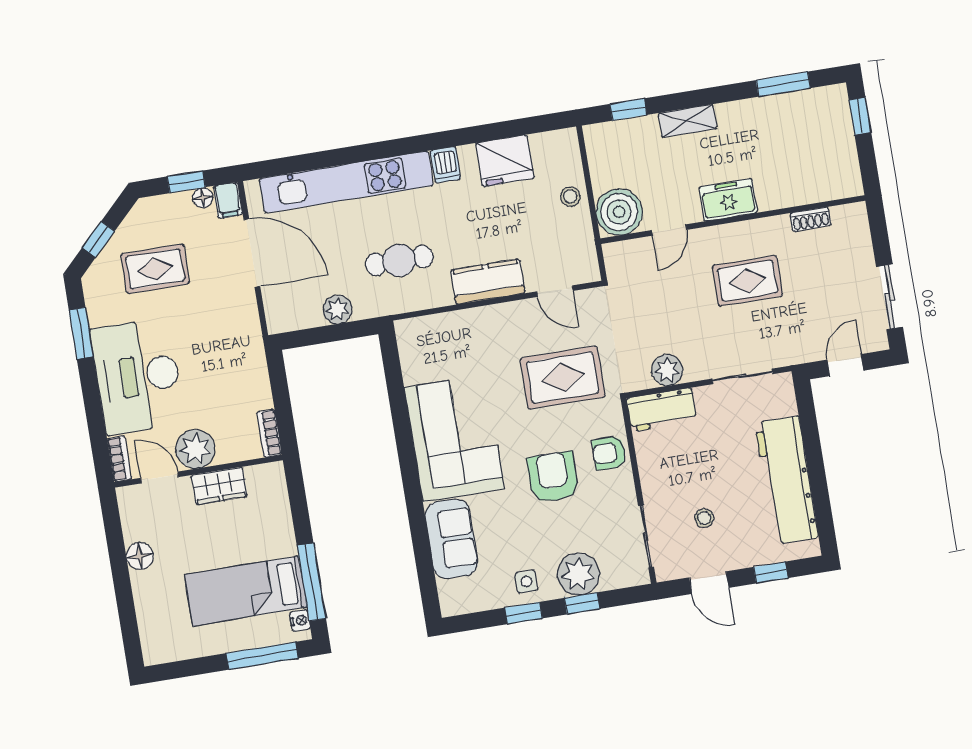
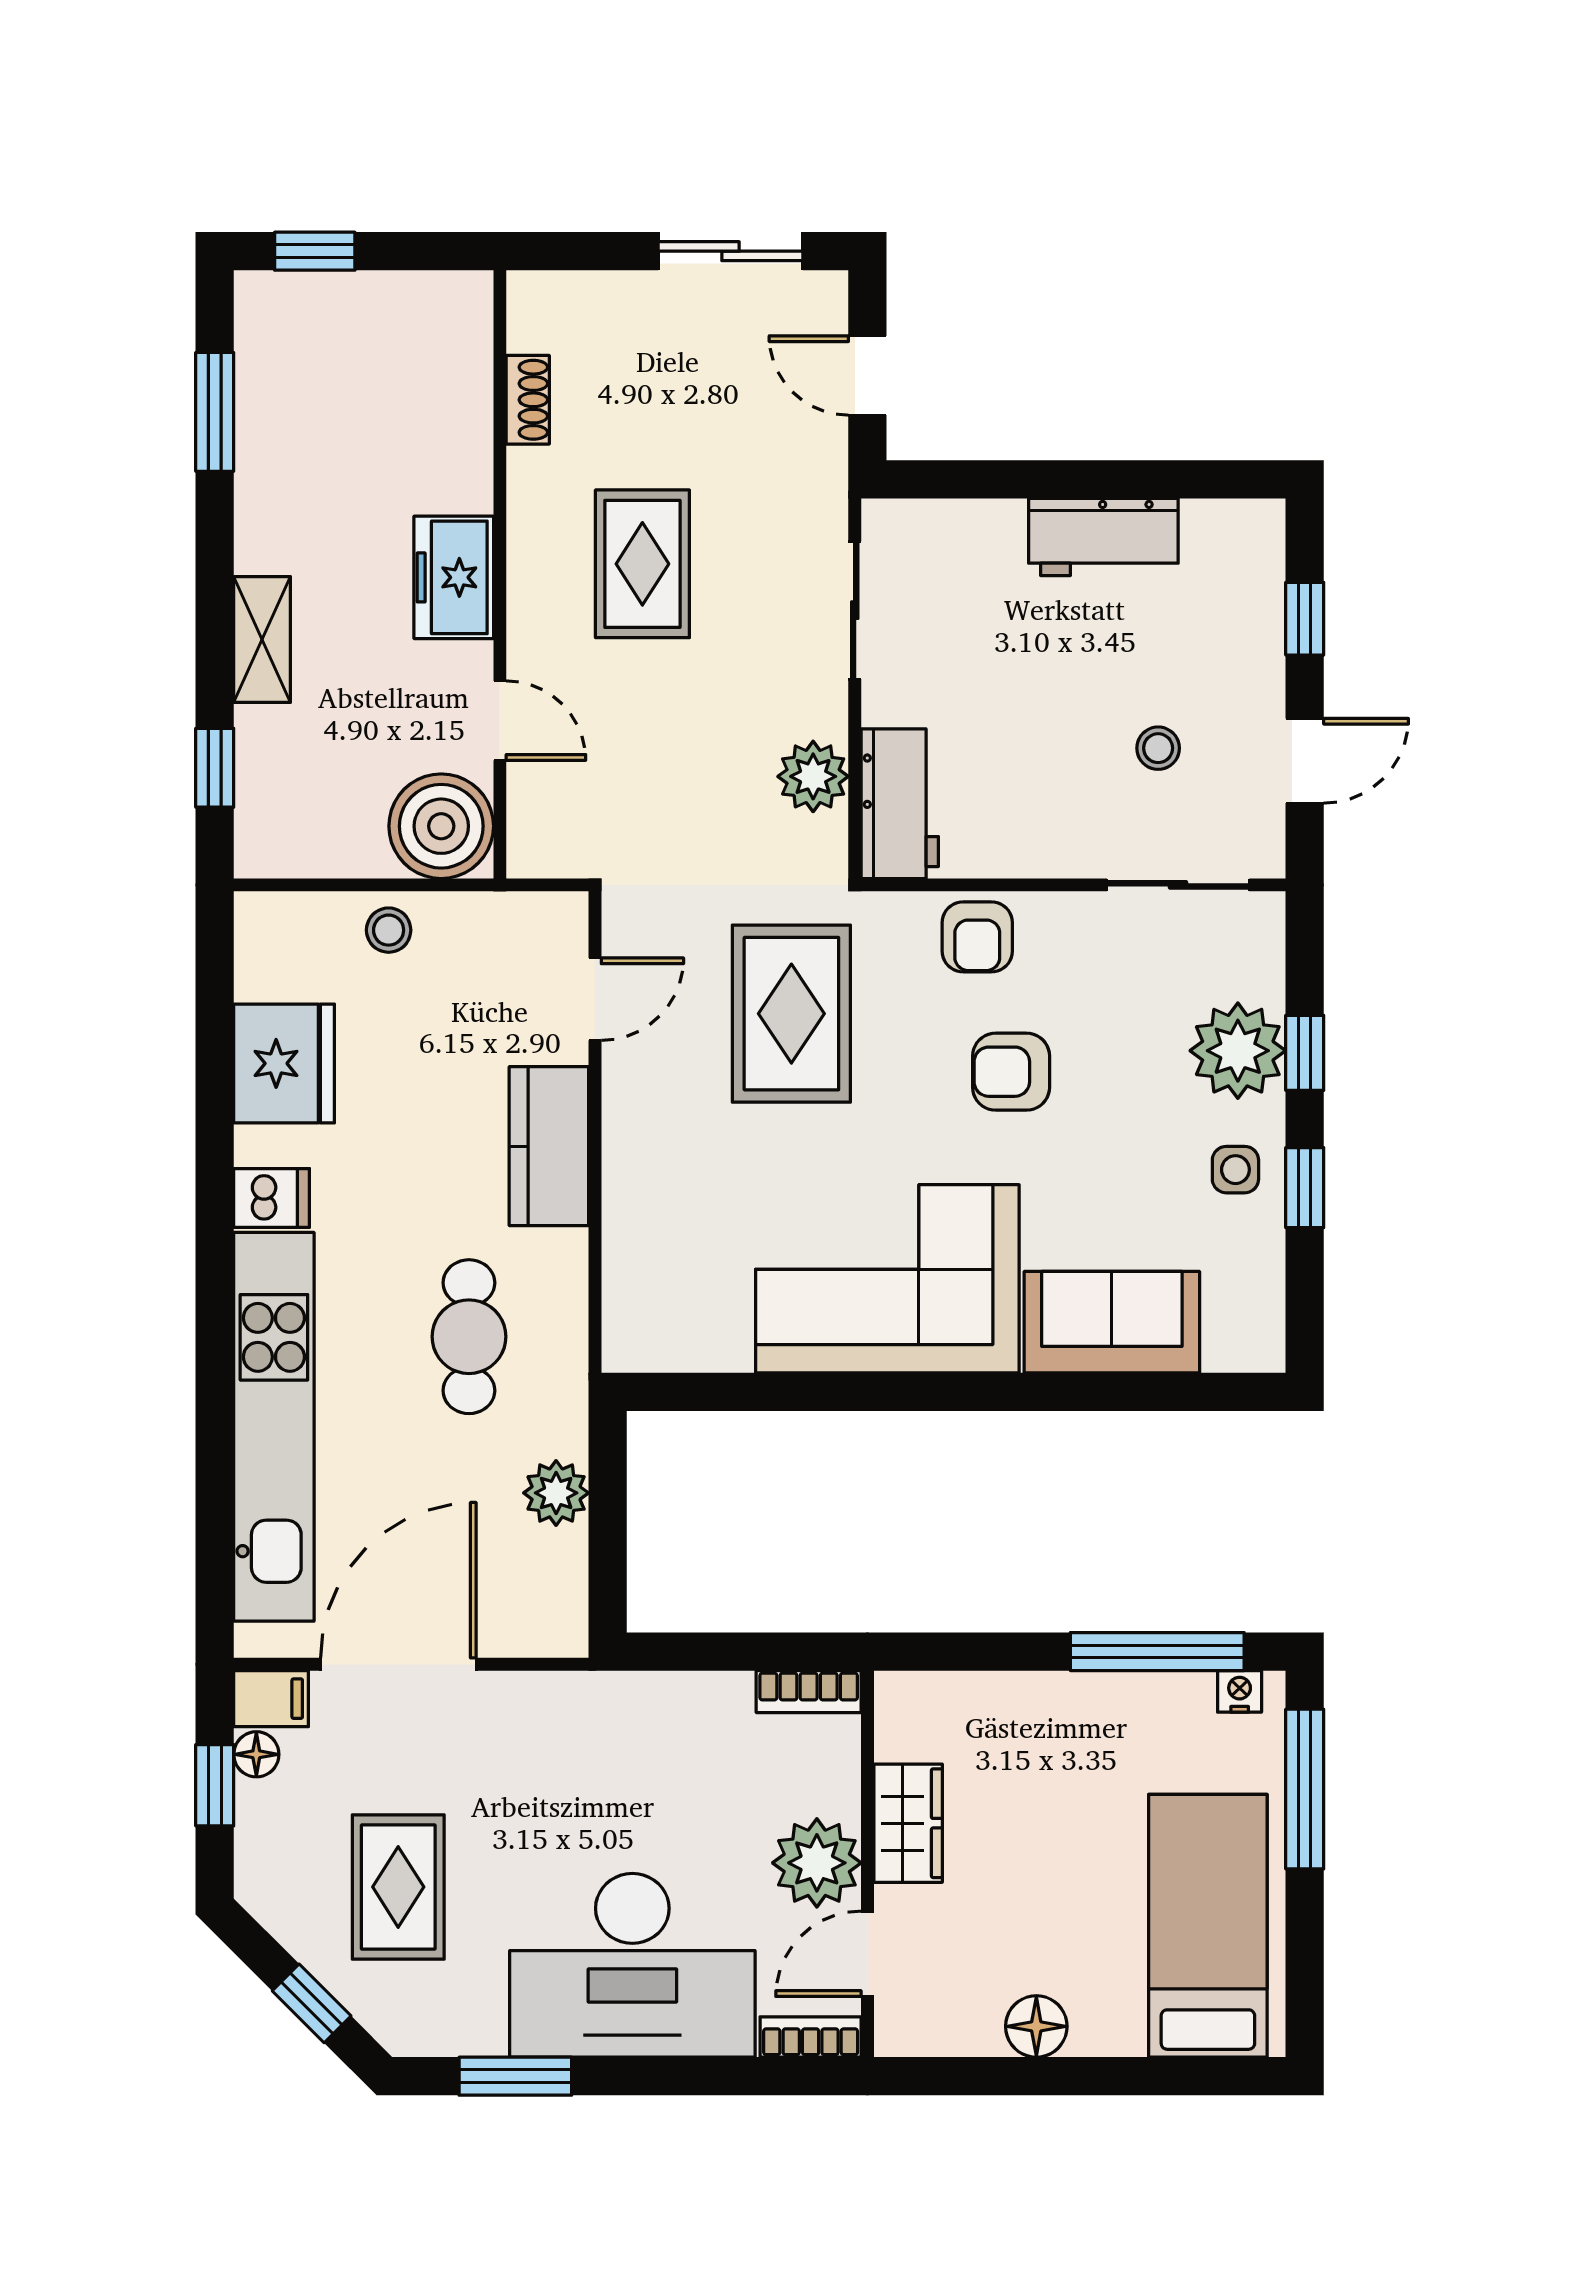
armchair: (553, 477) -> (1011, 1072), width x0.72, depth x0.72
workbench: (787, 480) -> (1103, 537), width x0.53, depth x0.76
bed: (246, 591) -> (1208, 1926), moved, turned 180

